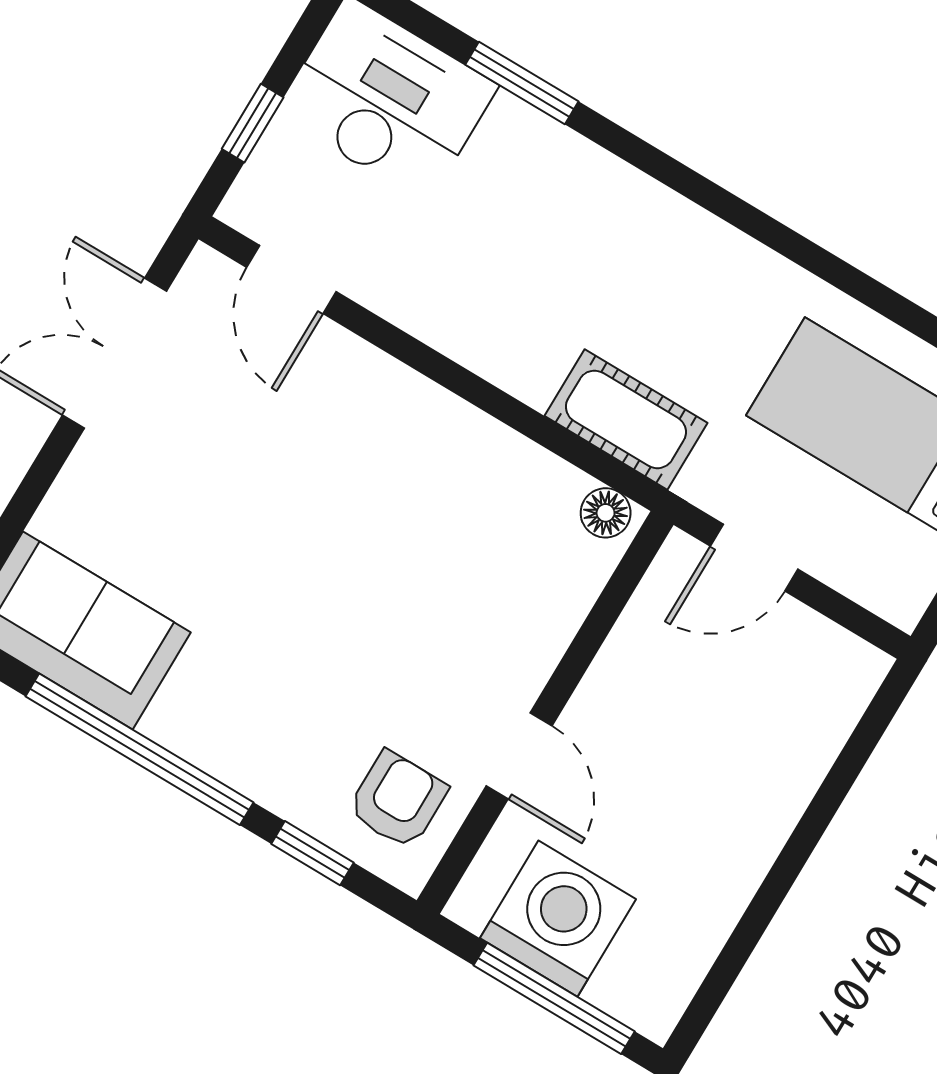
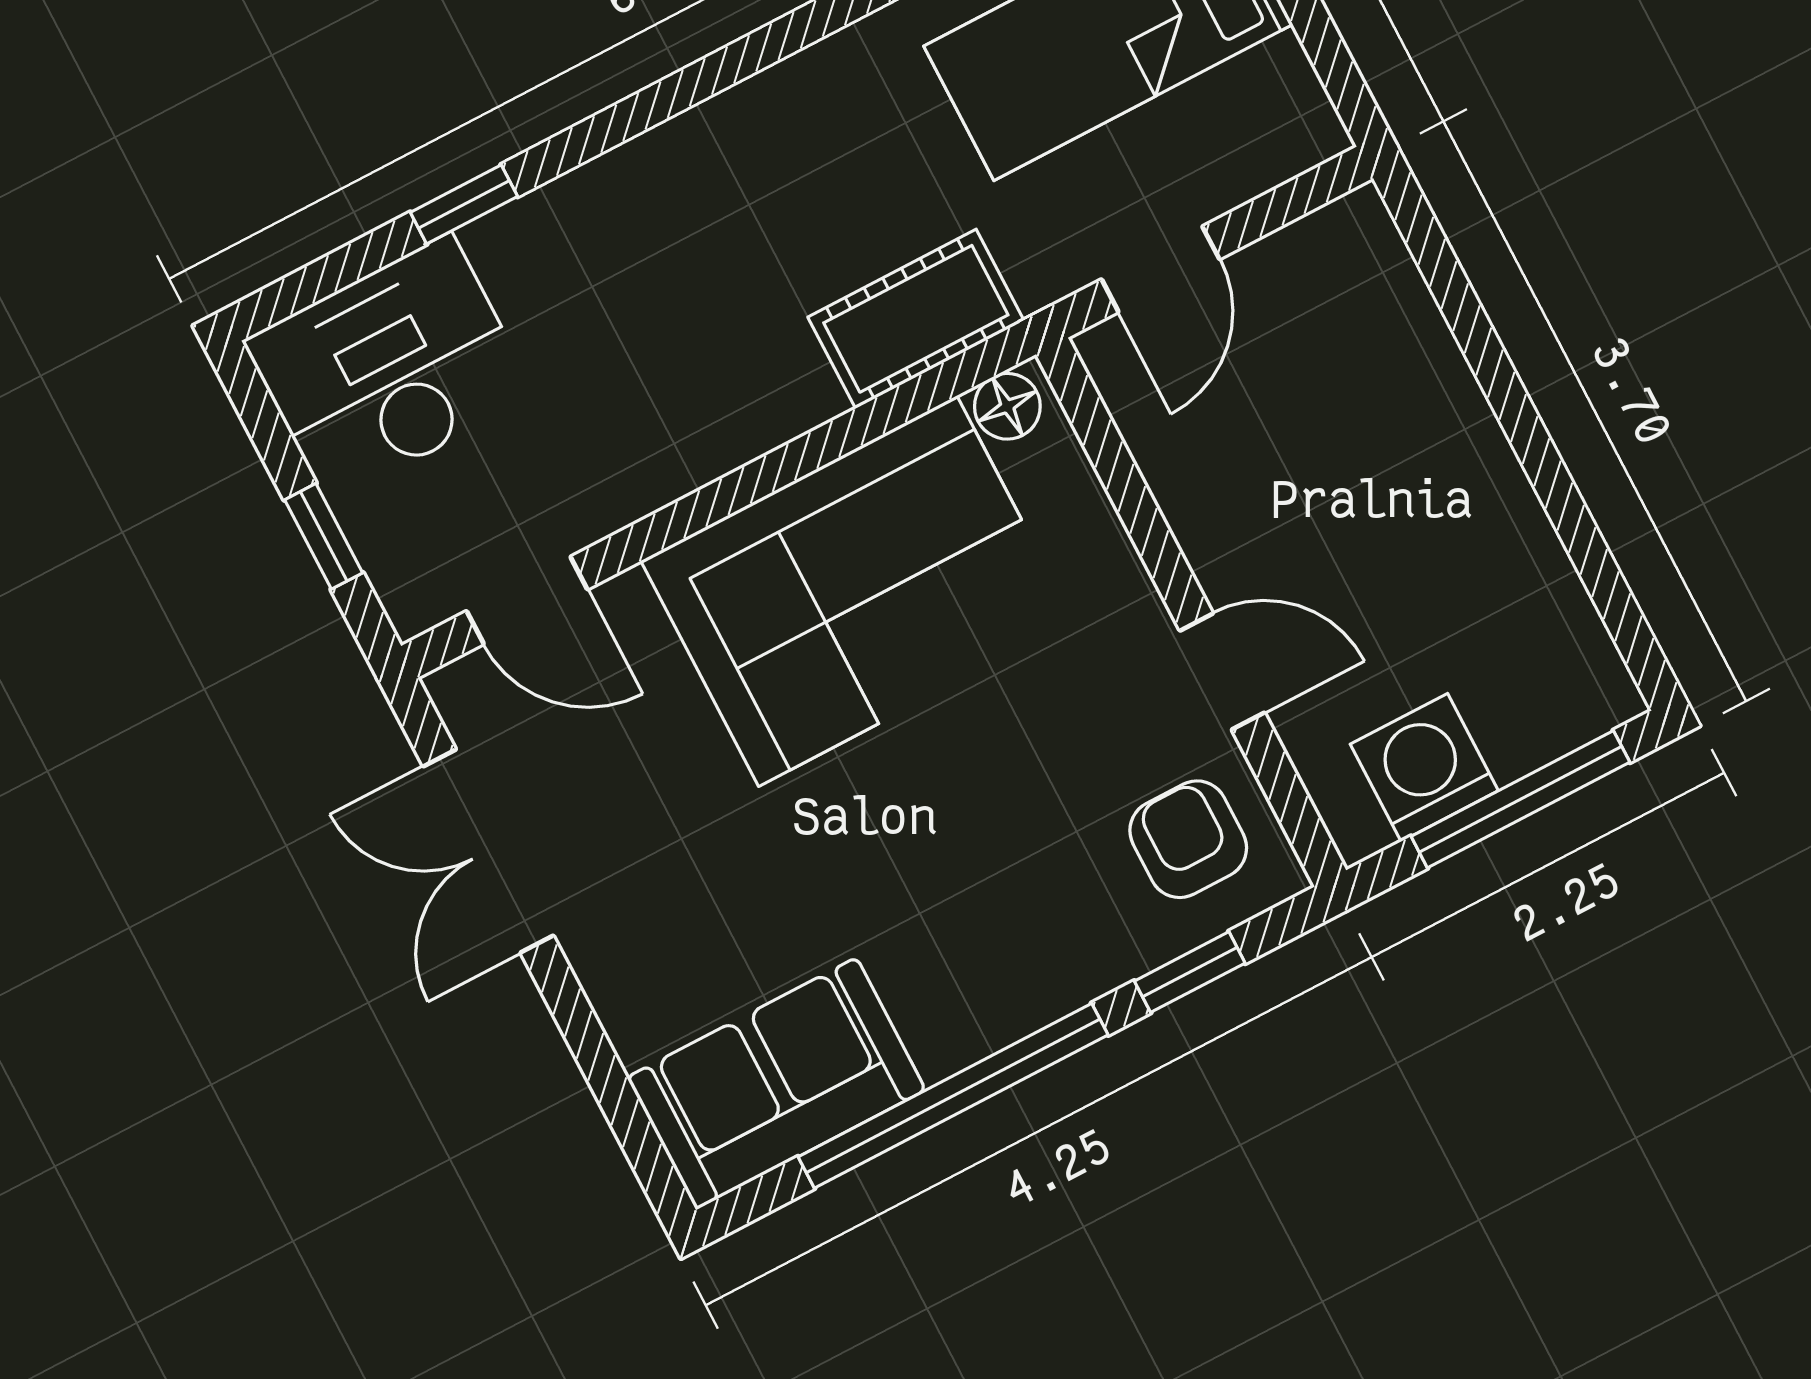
window: (522, 83) -> (464, 204), width x0.67
corner sofa: (427, 489) -> (858, 591), added
washing machine: (558, 919) -> (1424, 767), width x0.73, depth x0.73

